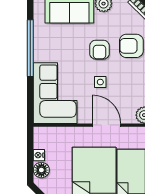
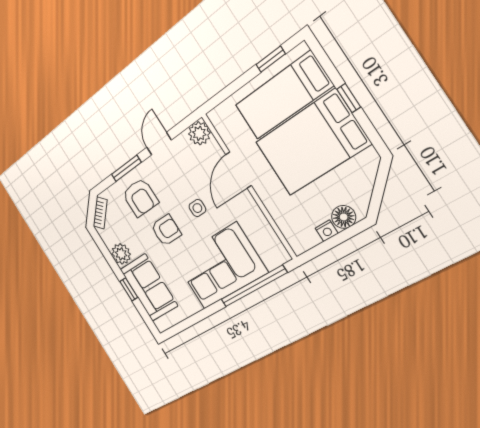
window: (30, 48) -> (254, 286), moved
corner sofa: (55, 93) -> (220, 266), moved

